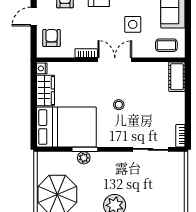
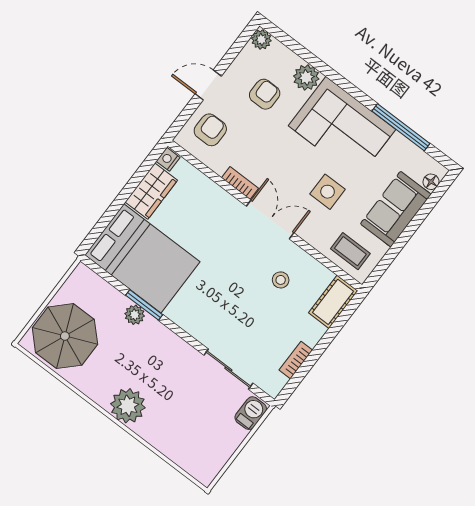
stool: (119, 105) -> (281, 280), moved
bookcase: (180, 136) -> (296, 360), moved
barbecue: (178, 163) -> (251, 413), added

